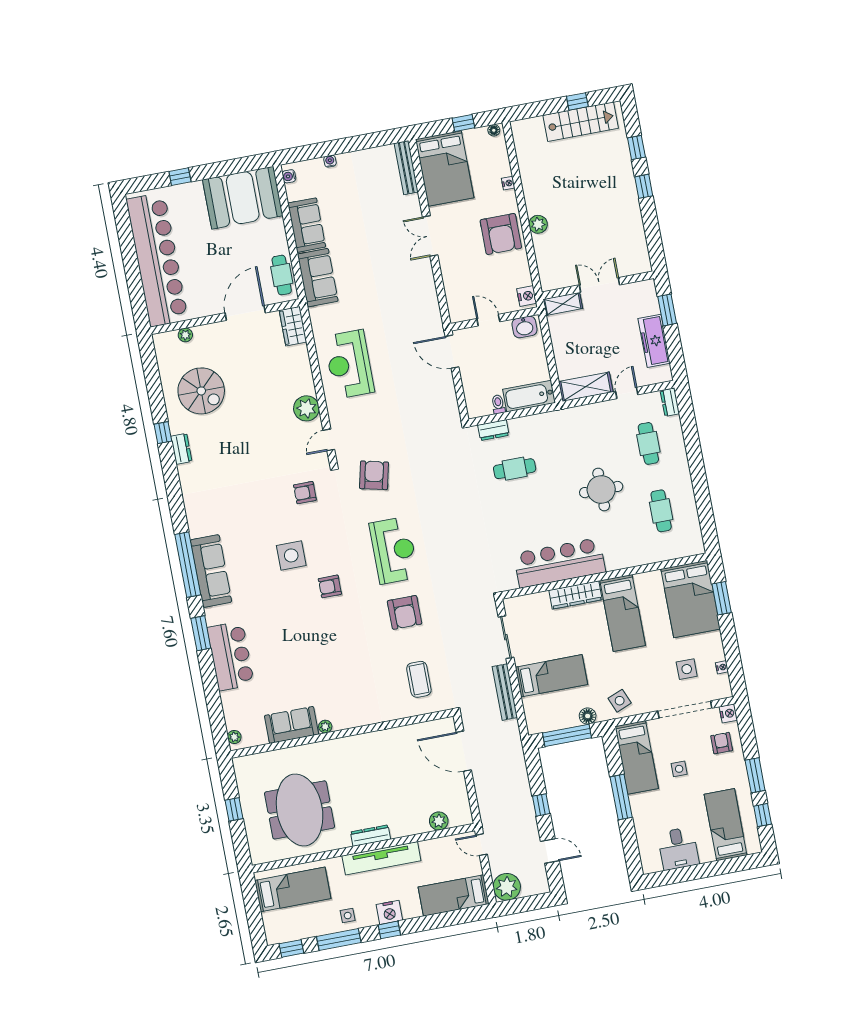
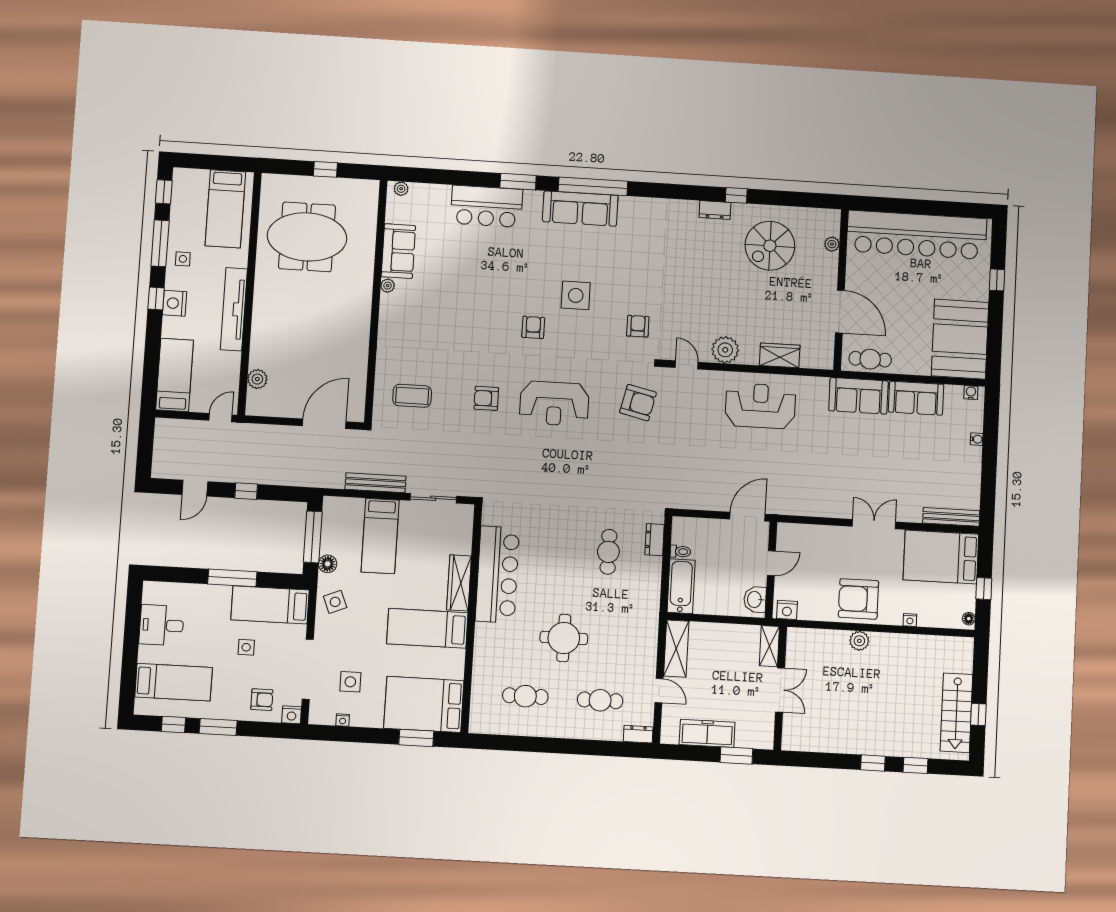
wardrobe: (293, 326) -> (780, 355), moved
armchair: (404, 612) -> (486, 398), width x0.72, depth x0.72
dresser: (371, 836) -> (261, 304), removed
plant: (507, 887) -> (169, 433), removed

